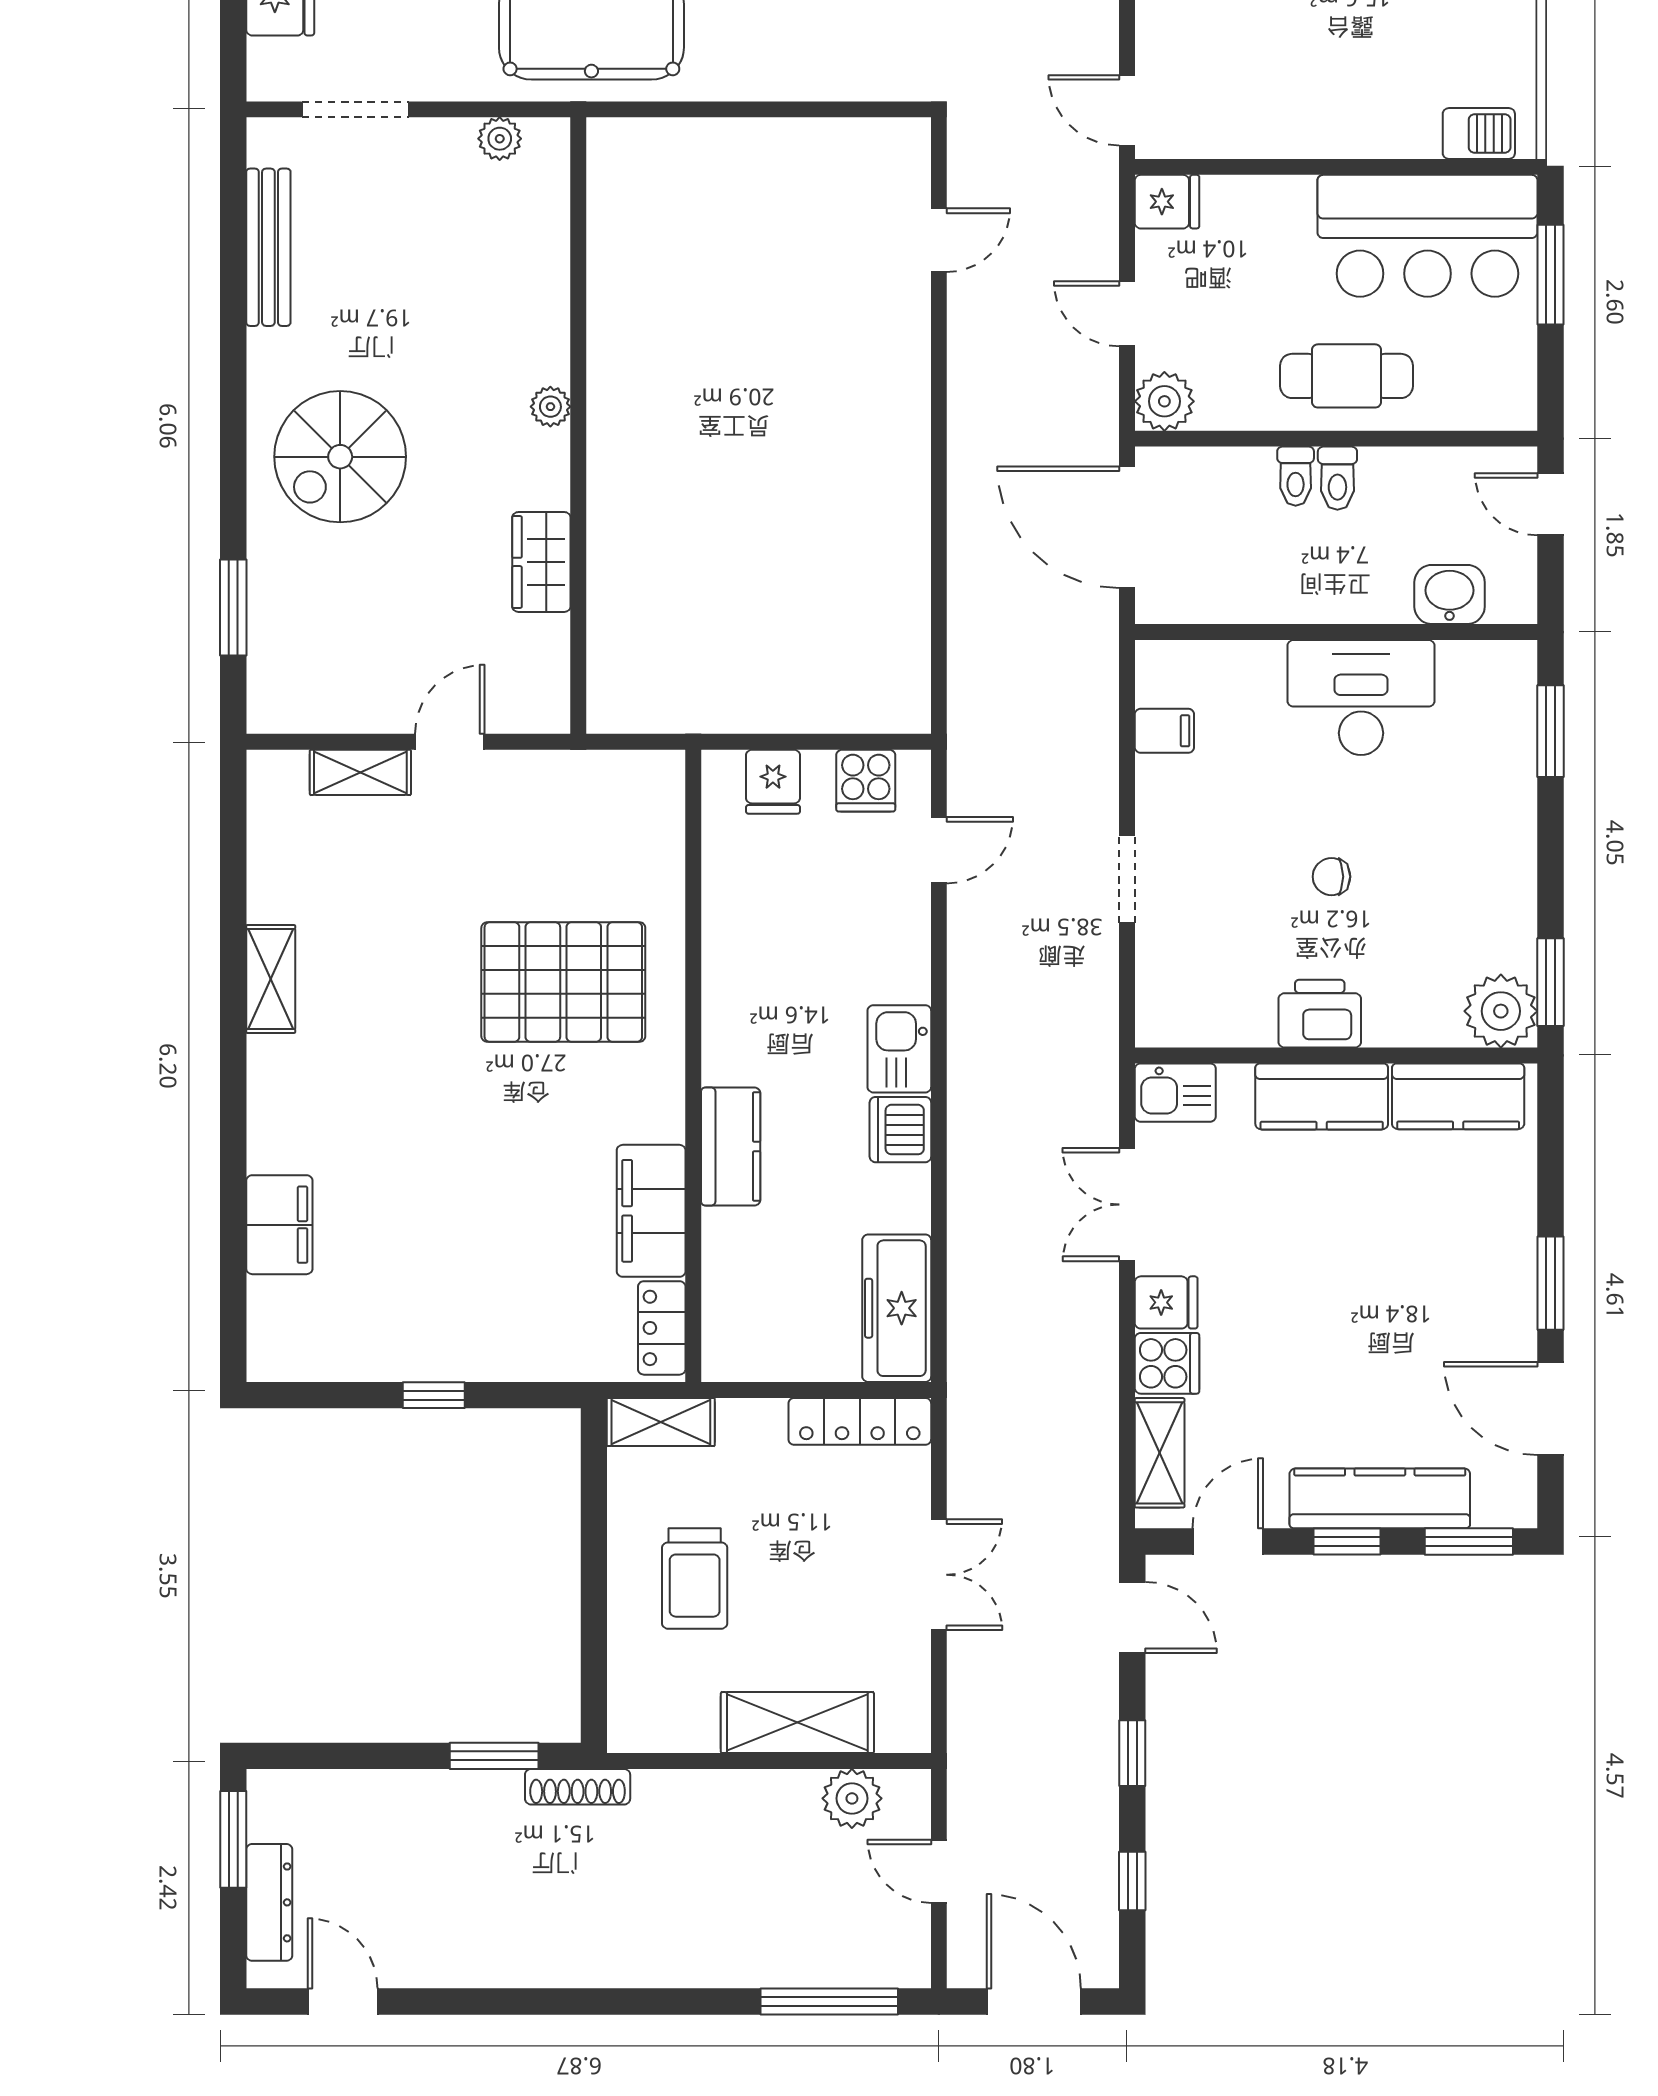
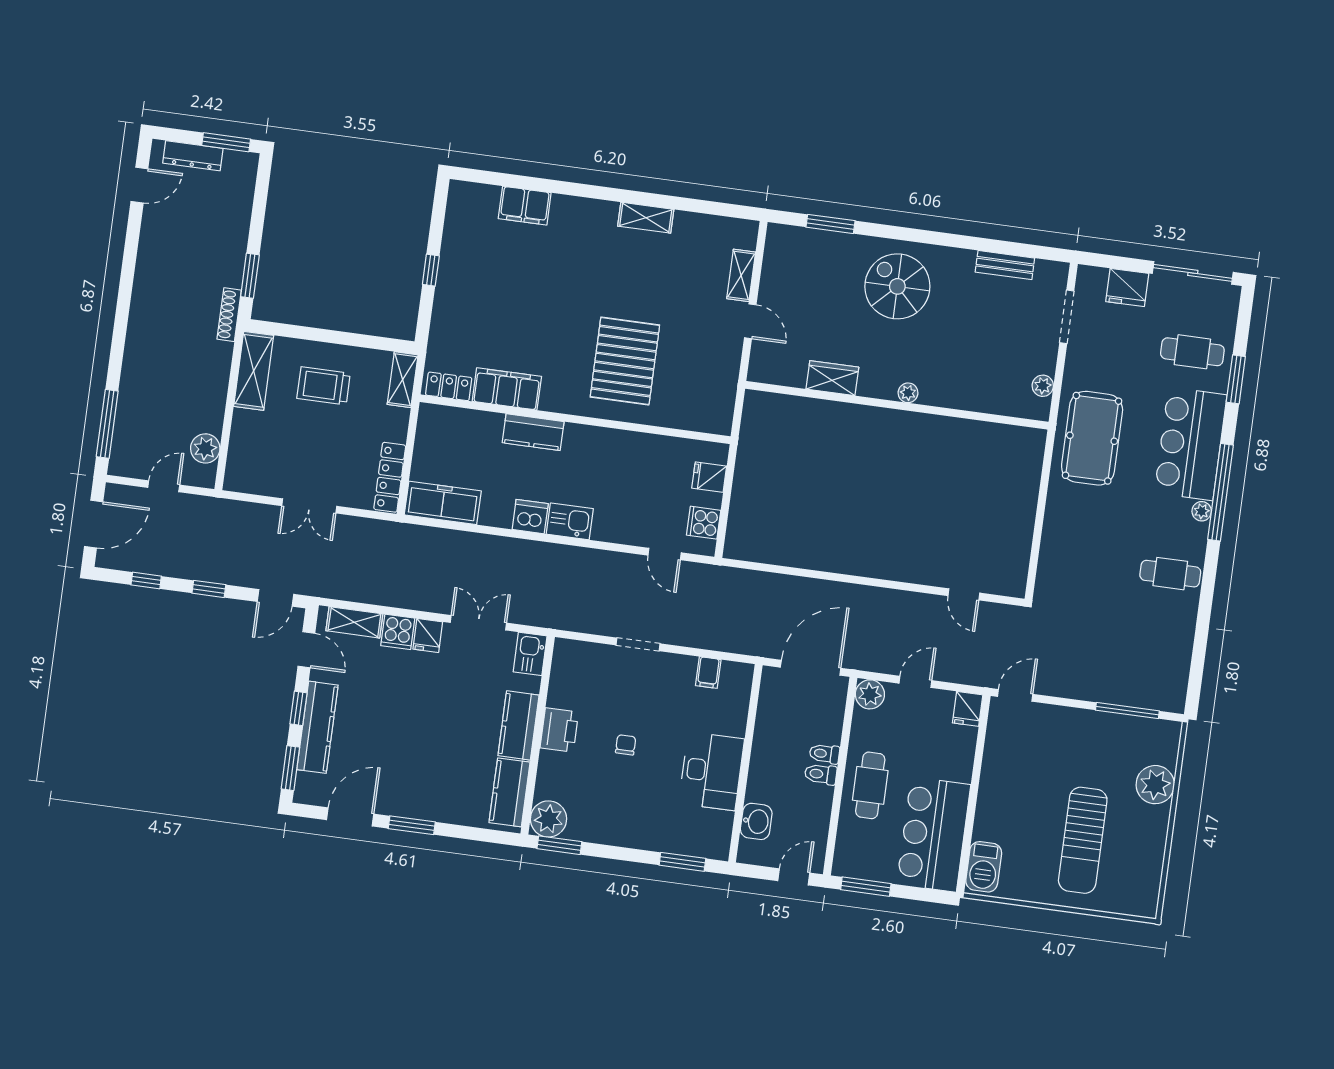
barbecue: (1479, 134) -> (984, 867), width x1.38, depth x1.27
bench: (268, 247) -> (1005, 265), width x0.73
window: (1550, 275) -> (866, 887), moved
shelving: (797, 1723) -> (254, 371), moved

